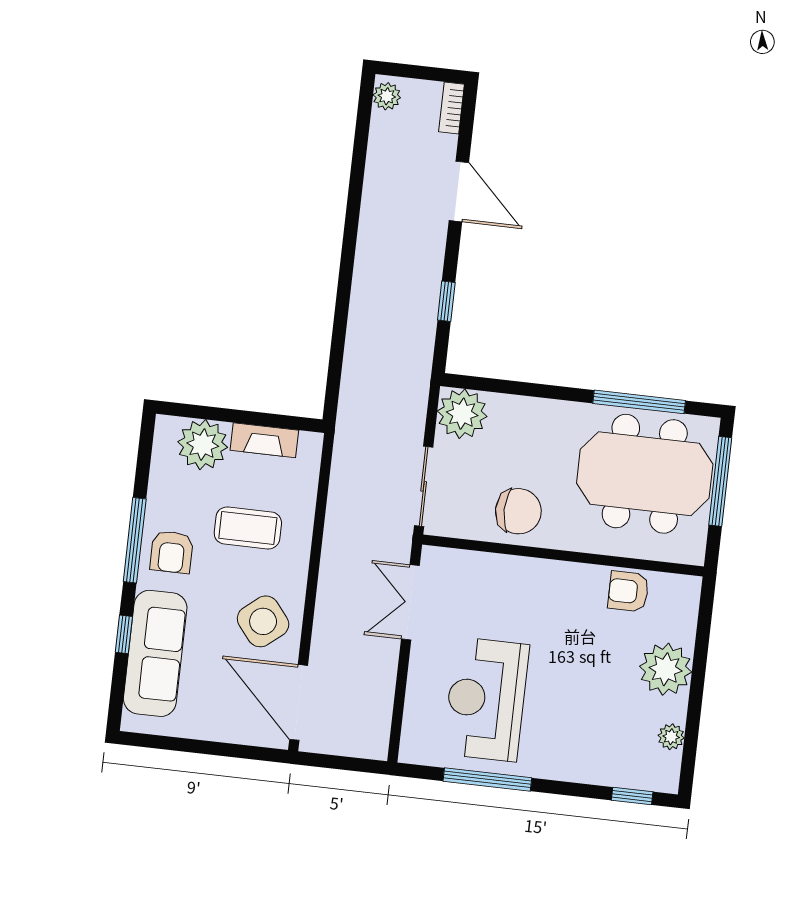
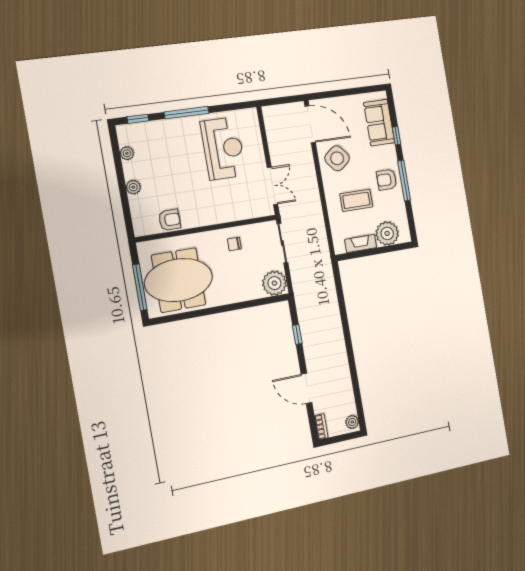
window: (639, 402) -> (192, 314), removed
chair: (518, 511) -> (234, 244), width x0.54, depth x0.54
armchair: (172, 552) -> (387, 180), turned -90
sofa: (155, 653) -> (379, 123), width x0.73
plant: (666, 669) -> (133, 187), width x0.53, depth x0.53
window: (487, 779) -> (187, 113), moved

